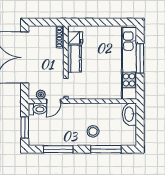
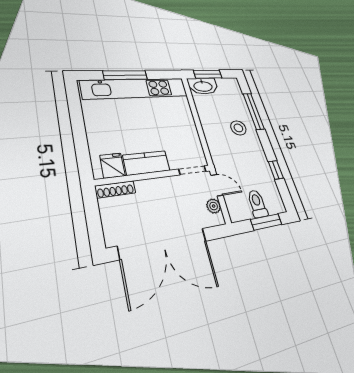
toilet: (37, 109) -> (257, 204), moved
window: (140, 121) -> (208, 74), added
window: (58, 149) -> (276, 170), width x0.46

